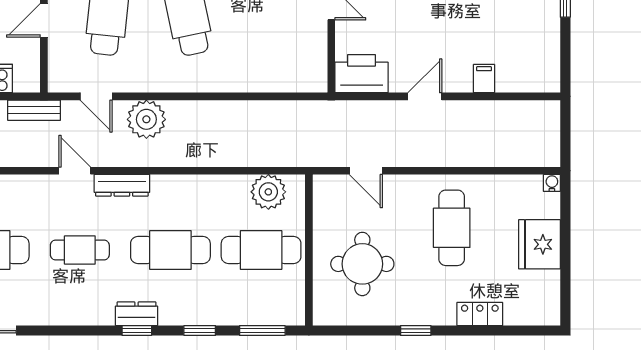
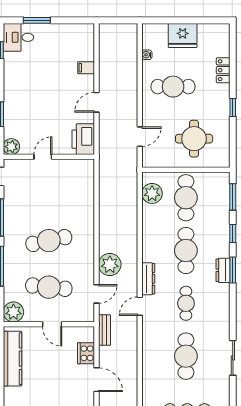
door: (425, 96) -> (96, 102), hinge flipped
water cooler: (552, 183) -> (147, 55), moved
window: (137, 331) -> (233, 270), width x1.50

